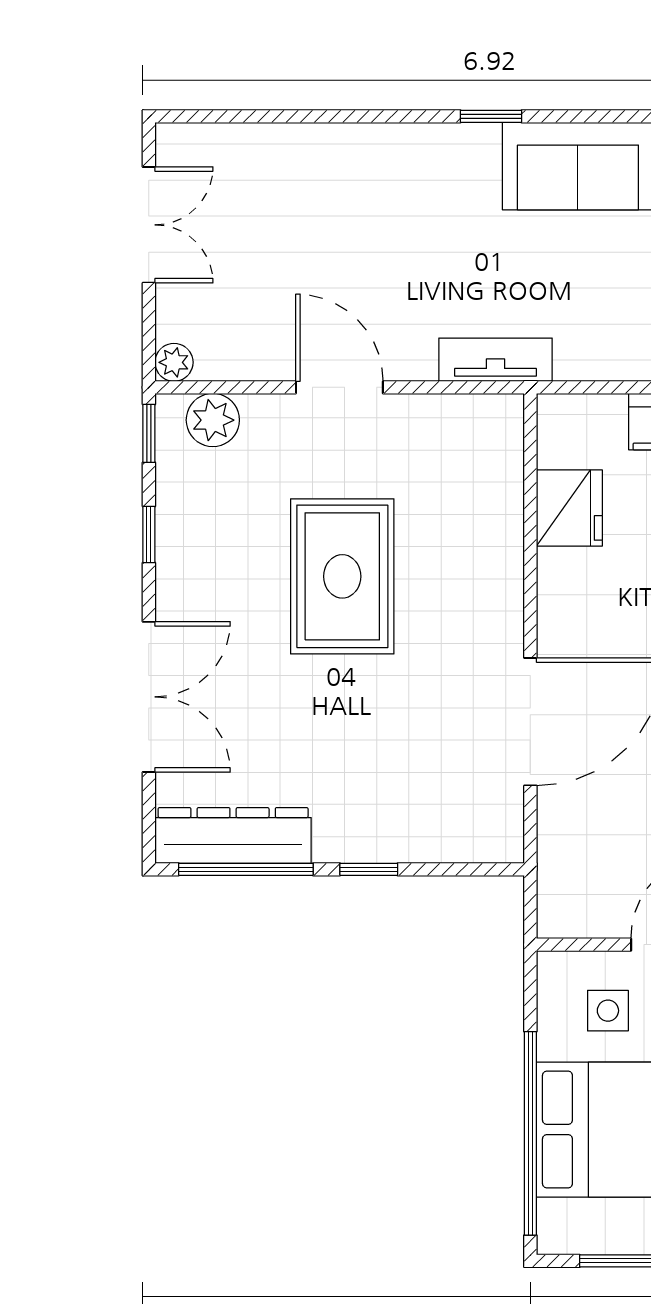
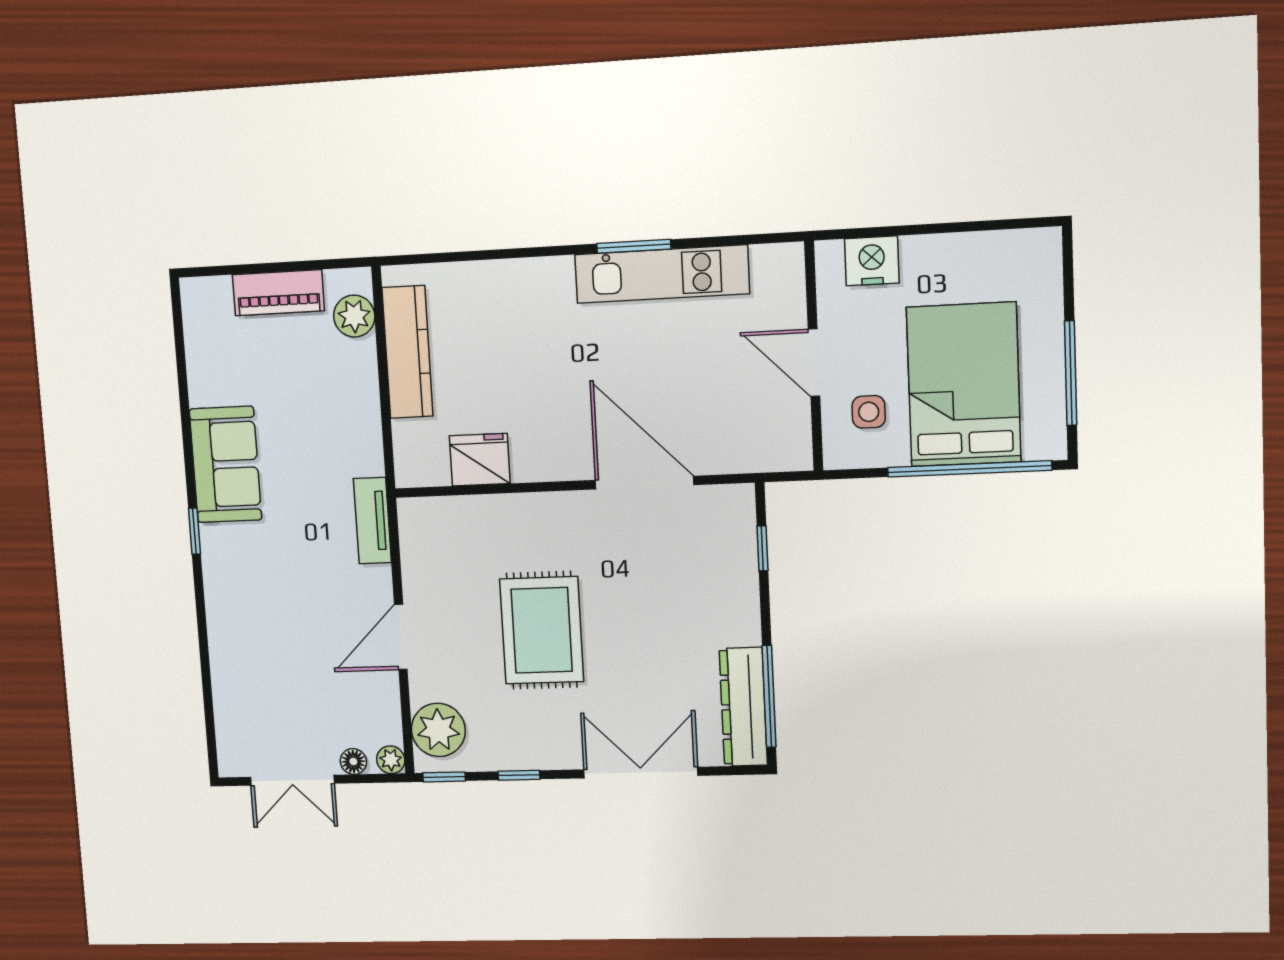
double door: (149, 225) -> (292, 780), swing flipped
floor lamp: (173, 311) -> (353, 762), added
plant: (213, 420) -> (438, 730), width x1.36, depth x1.36
rug: (342, 576) -> (542, 630), turned 90
window: (369, 869) -> (762, 548), moved

